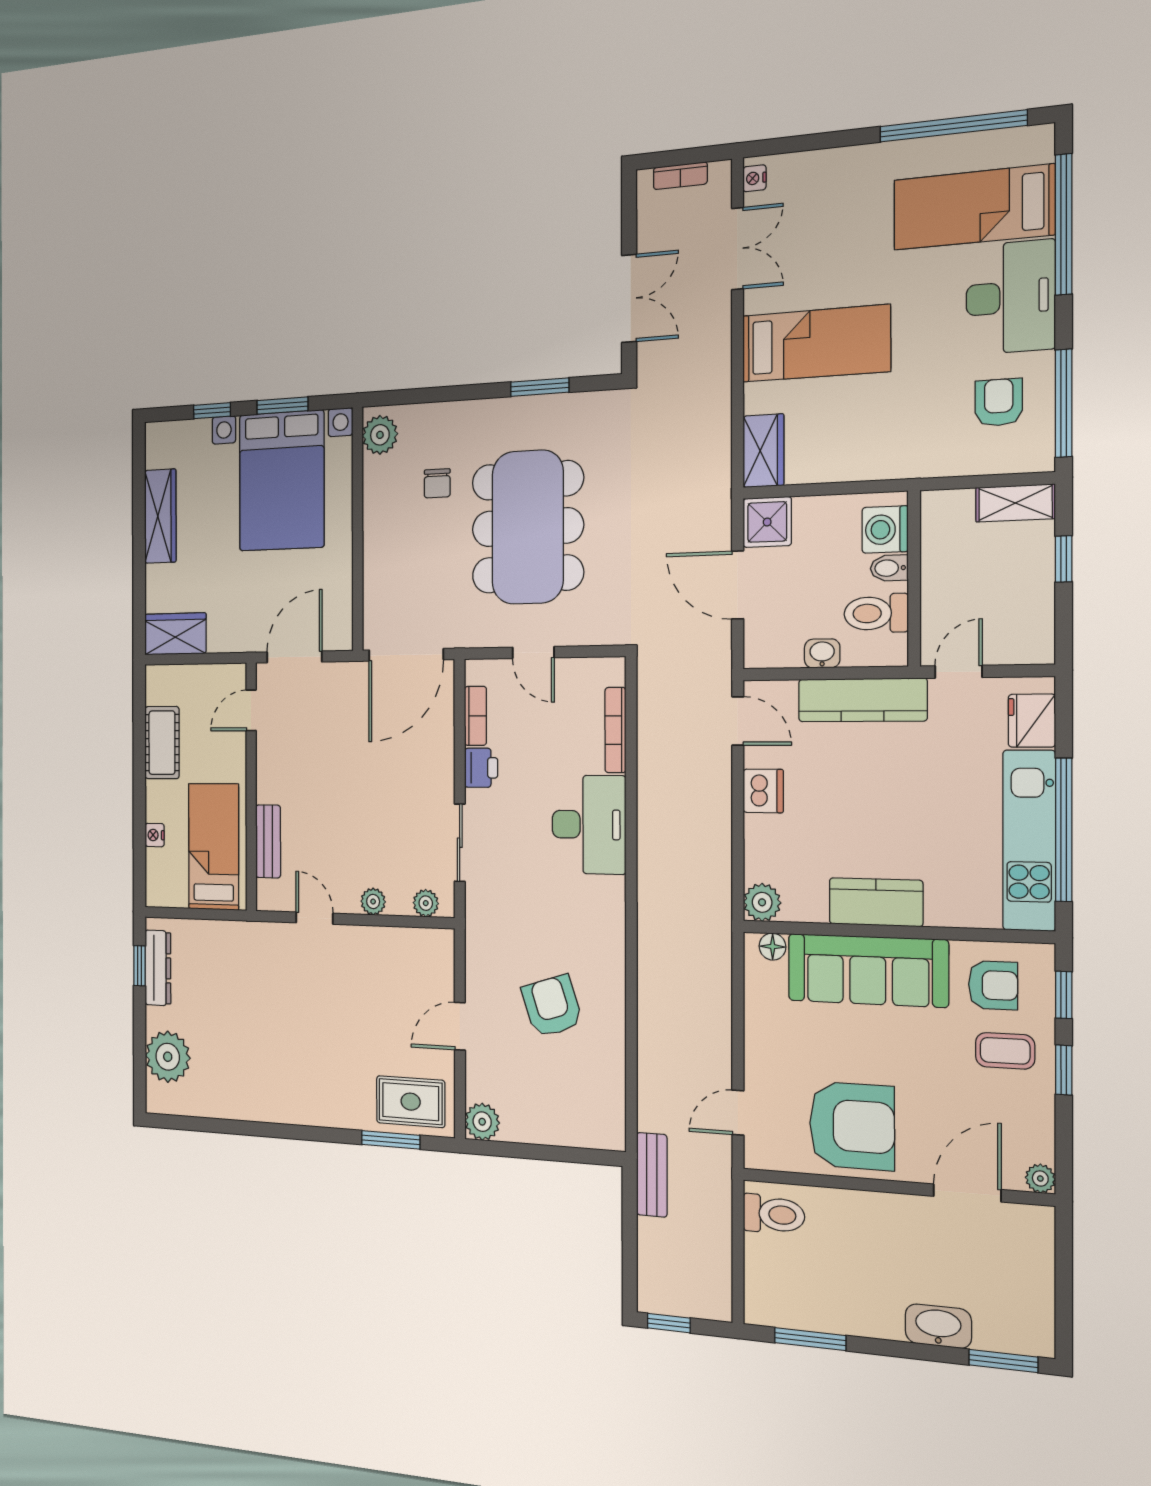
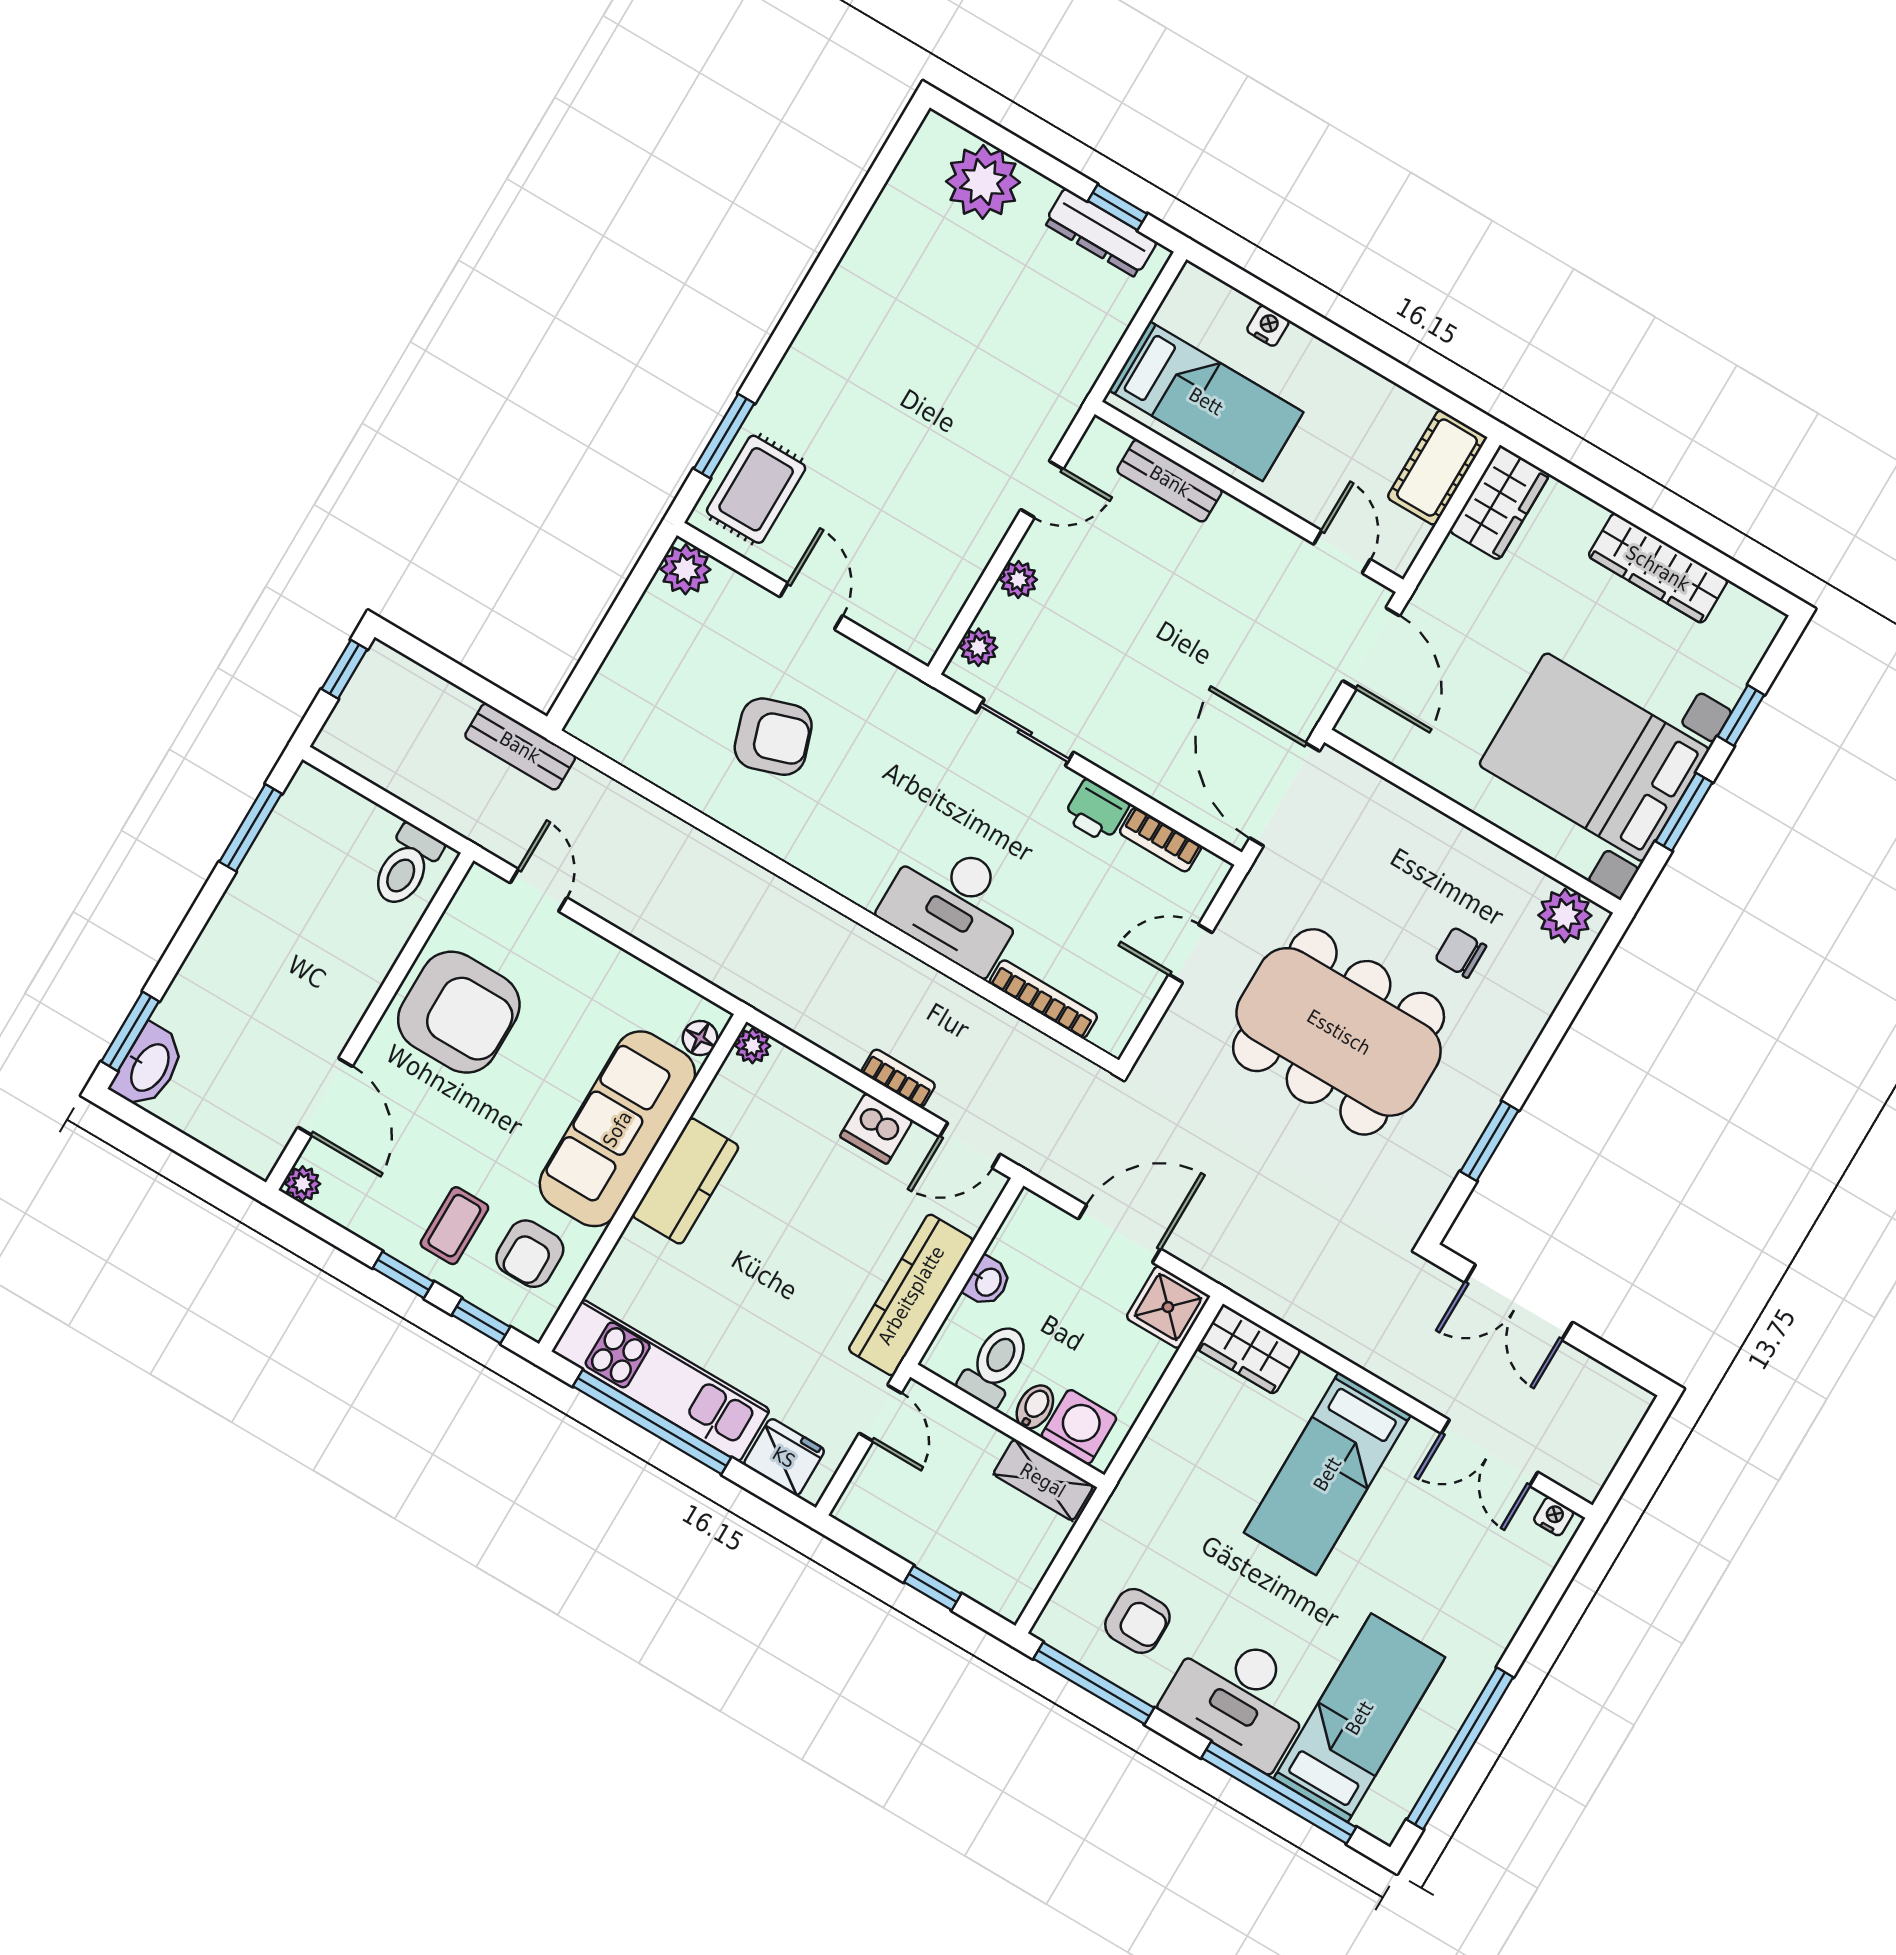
bookcase: (680, 176) -> (898, 1078), moved, turned 90
shelving: (1015, 503) -> (1043, 1480), moved, turned 90
cot: (162, 743) -> (1437, 468), moved, turned 90
plant: (762, 902) -> (753, 1046), width x0.73, depth x0.73
armchair: (852, 1126) -> (459, 1012), turned -90
washbasin: (938, 1326) -> (149, 1067), moved

